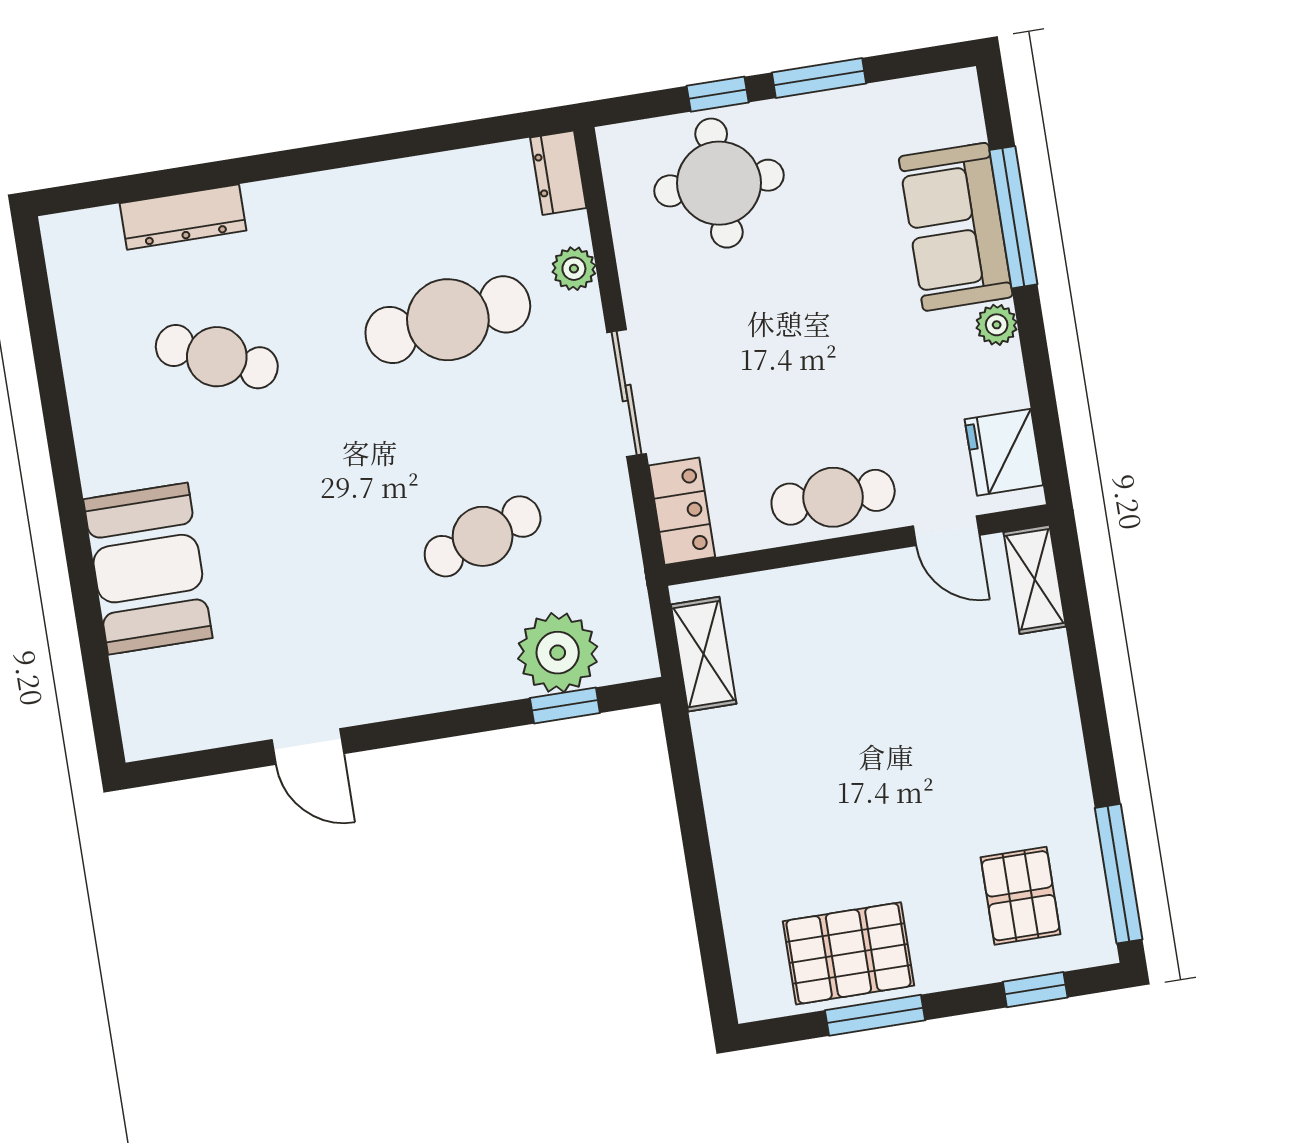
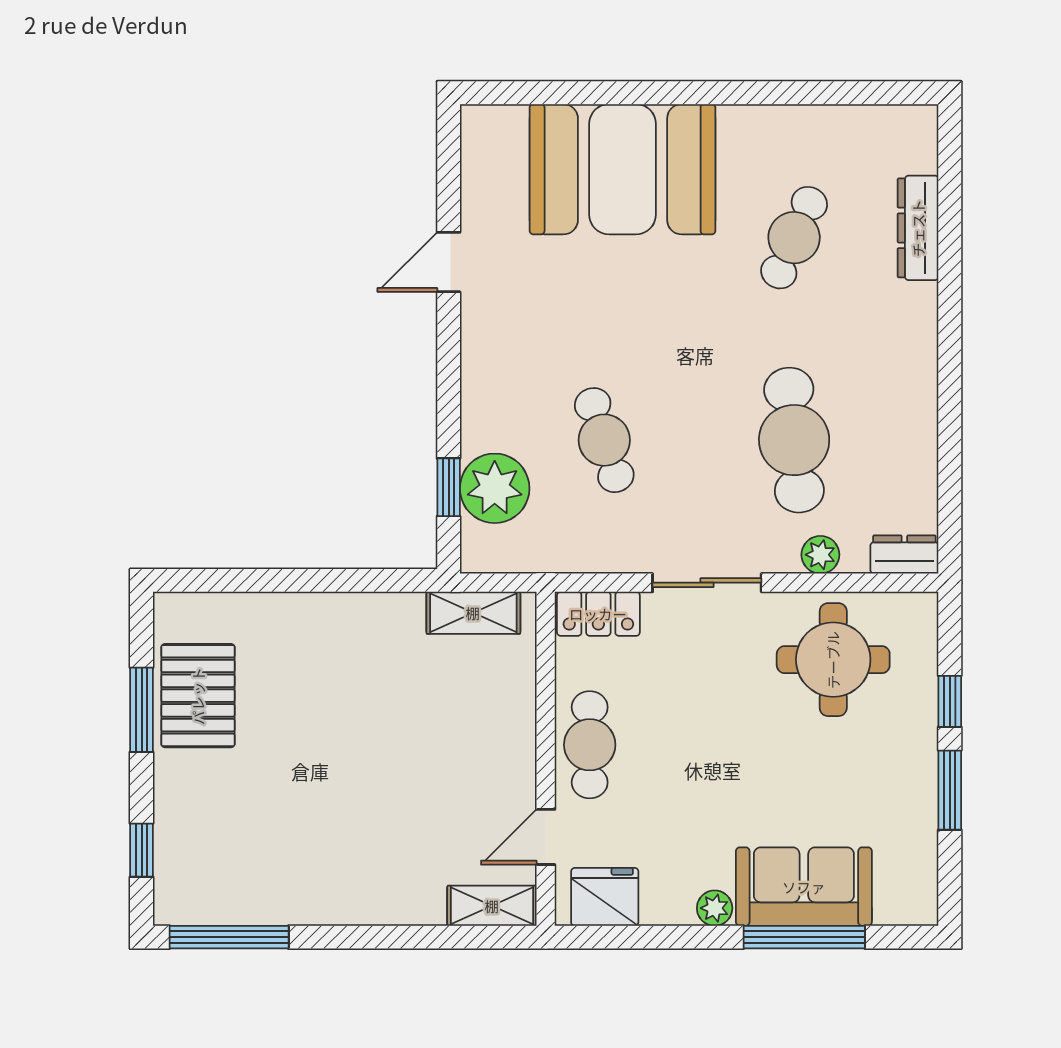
round table: (719, 183) -> (833, 660), moved
booth: (148, 569) -> (623, 169), width x1.36, depth x1.42
pallet: (1021, 896) -> (224, 850), removed

